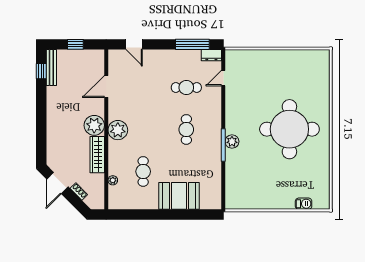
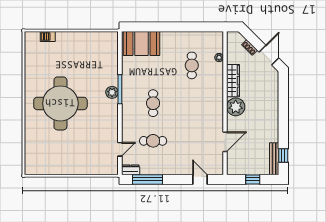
plant: (118, 130) -> (215, 103), removed
booth: (179, 196) -> (141, 44), moved

